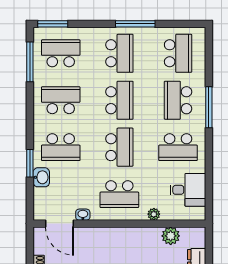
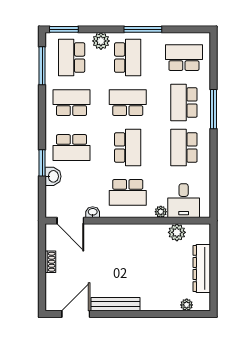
plant: (91, 36) -> (101, 41), added
school desk: (61, 53) -> (72, 58), turned -90
school desk: (178, 53) -> (184, 58), turned -90
school desk: (119, 100) -> (128, 103), turned -90
school desk: (178, 147) -> (184, 147), turned 90
desk: (188, 190) -> (184, 201), moved, turned 90

